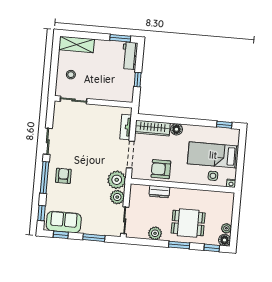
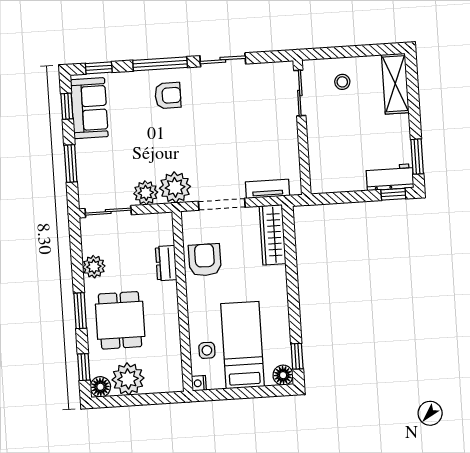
window: (138, 80) -> (393, 194), moved
floor lamp: (176, 129) -> (283, 375), moved
plant: (226, 228) -> (128, 379), width x1.87, depth x1.87

